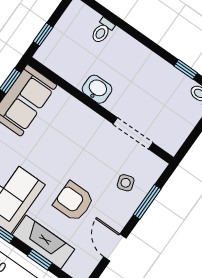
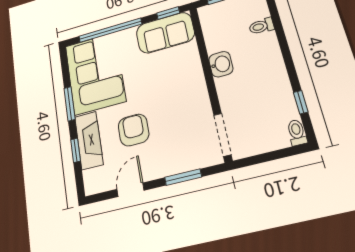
doorway: (133, 133) -> (222, 135), moved
side table: (126, 183) -> (181, 149), removed

